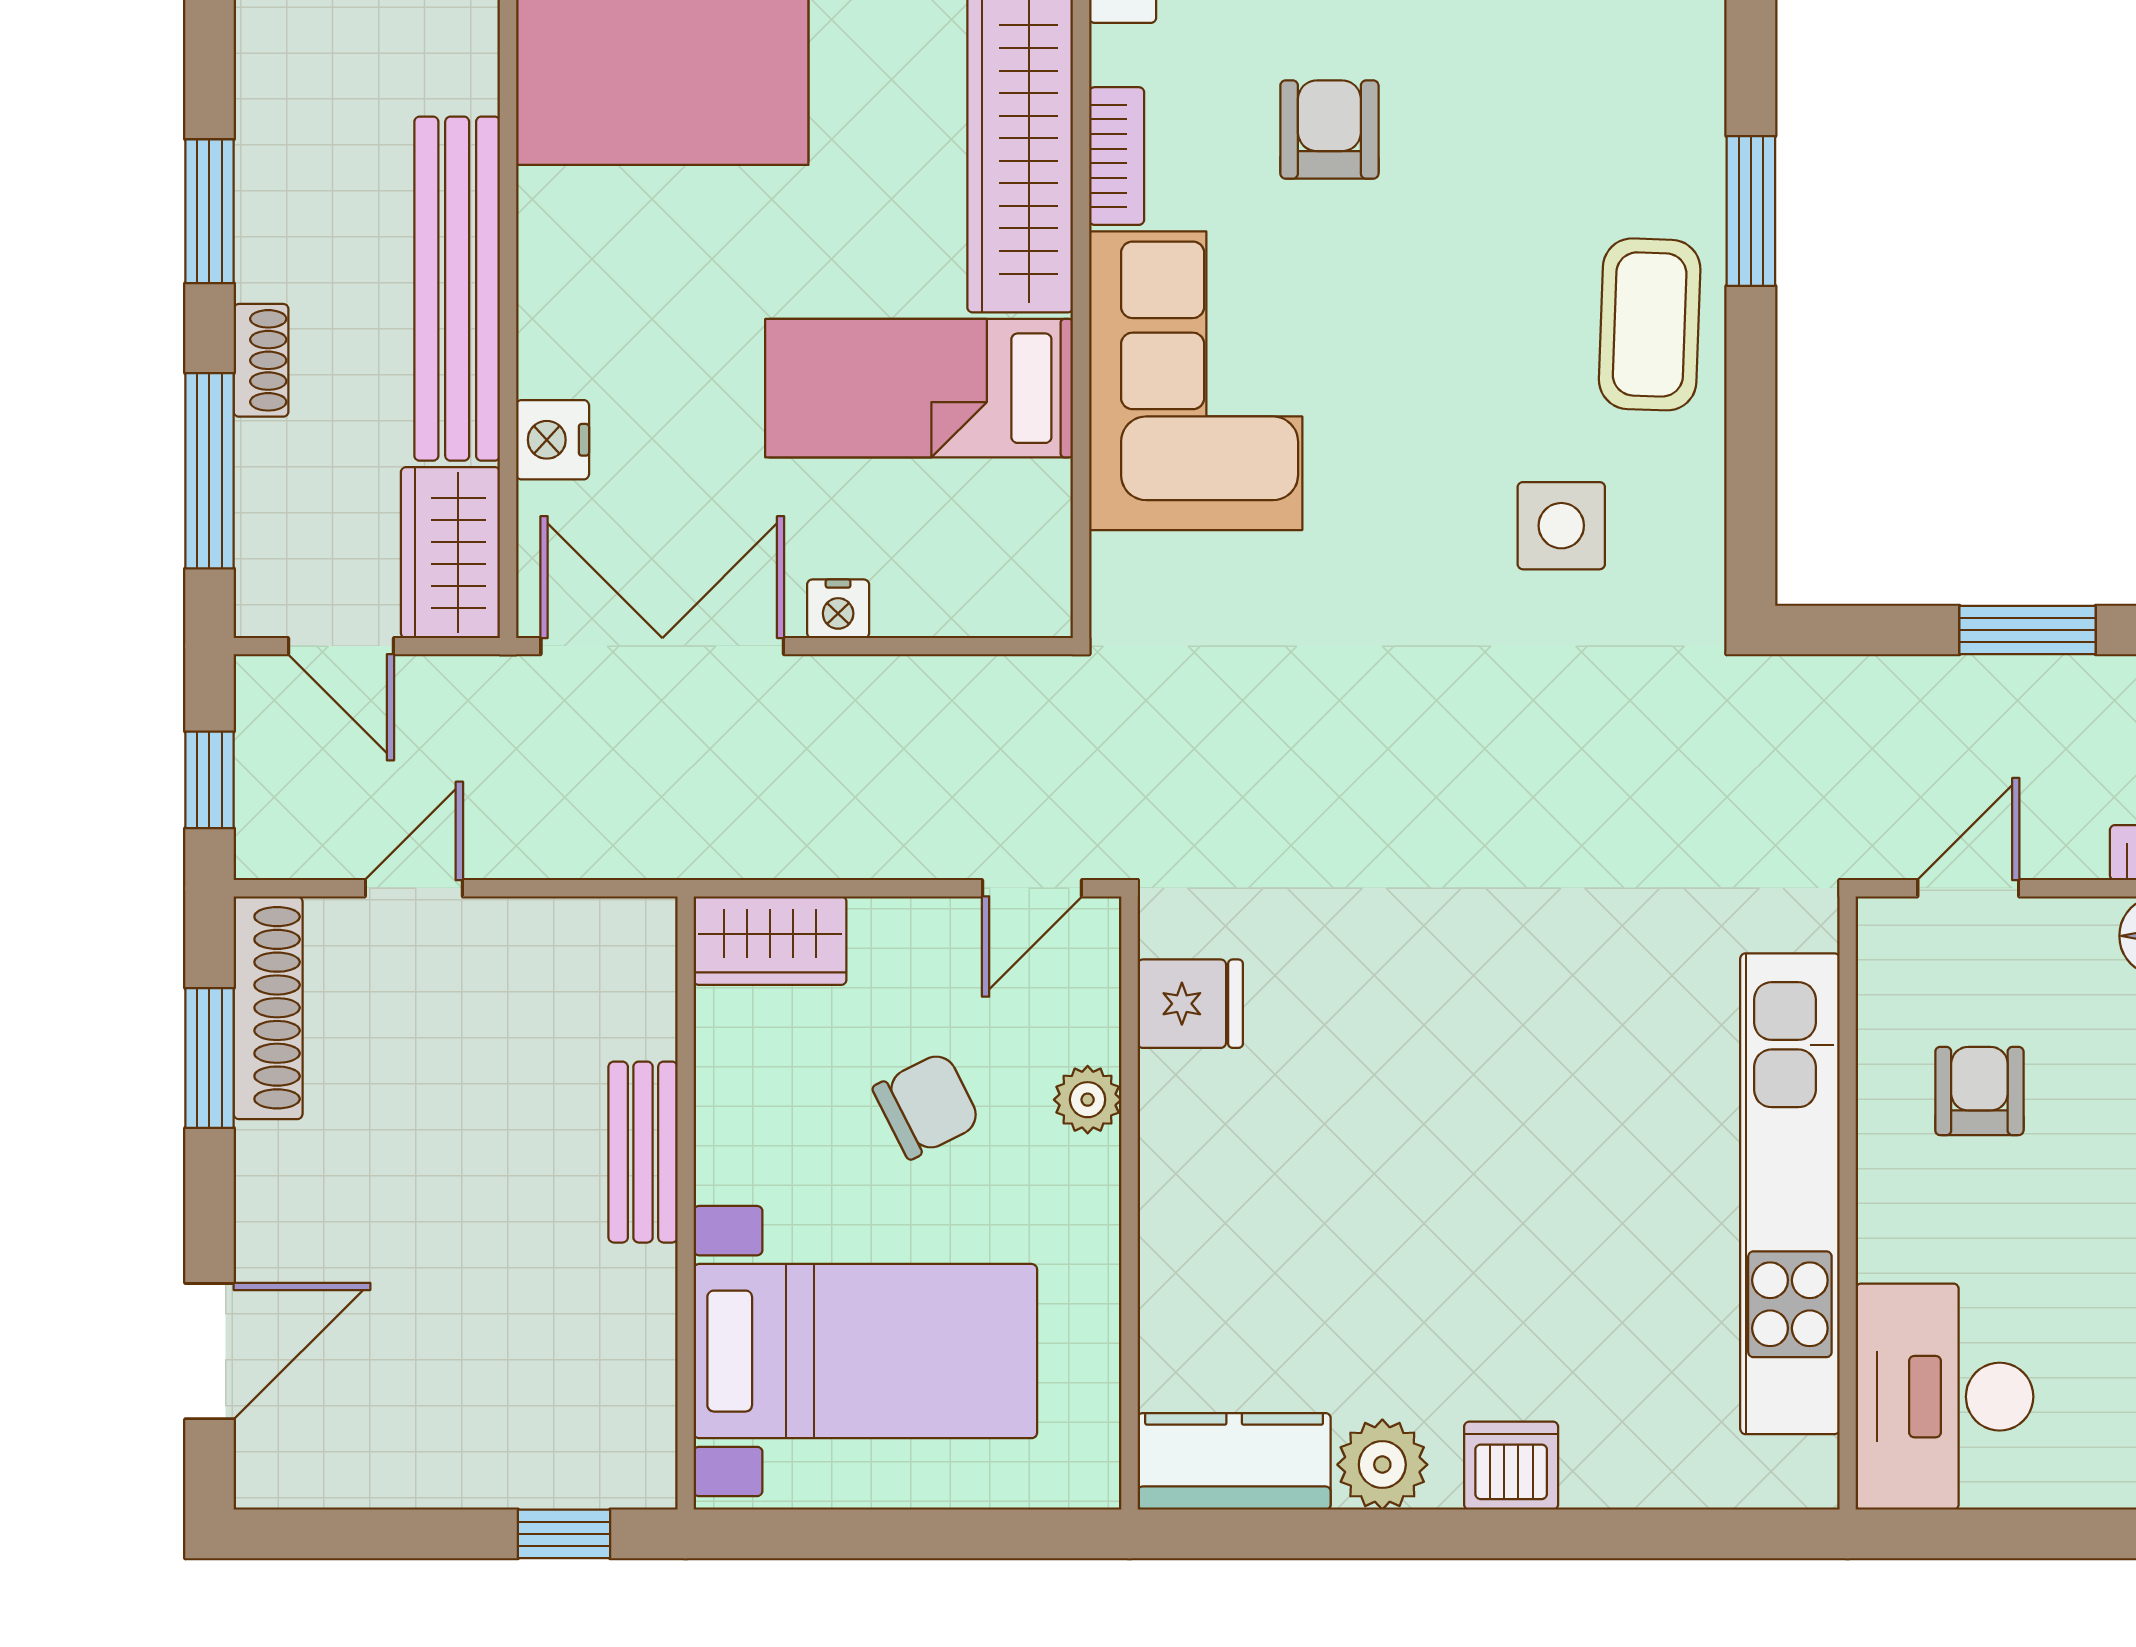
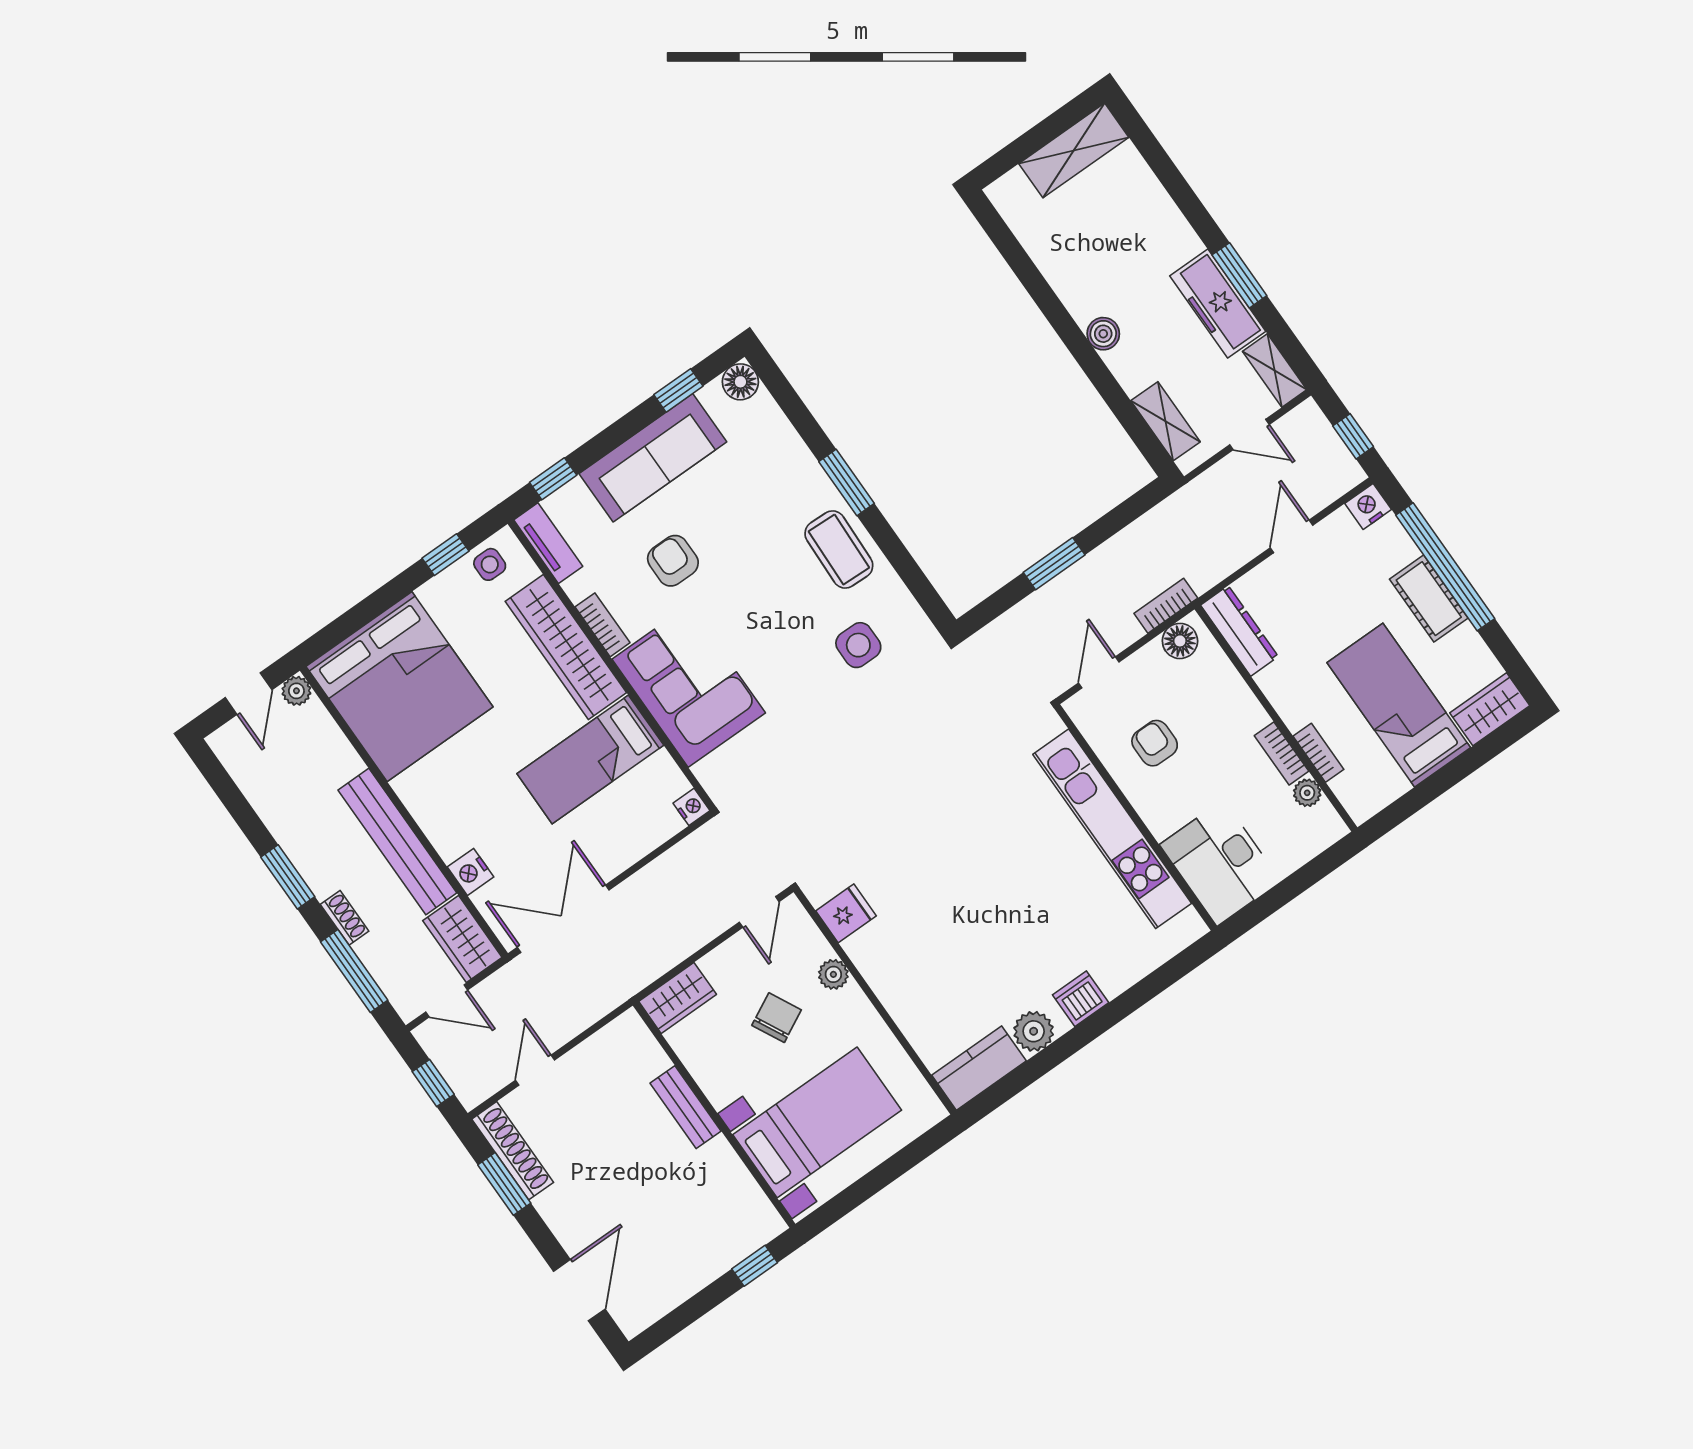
nightstand: (838, 609) -> (691, 807), moved, turned -90

